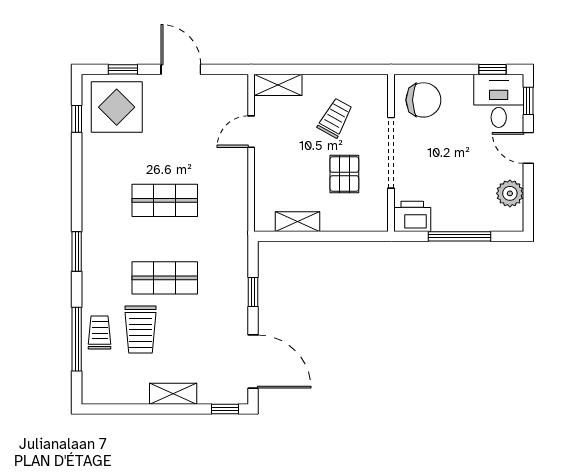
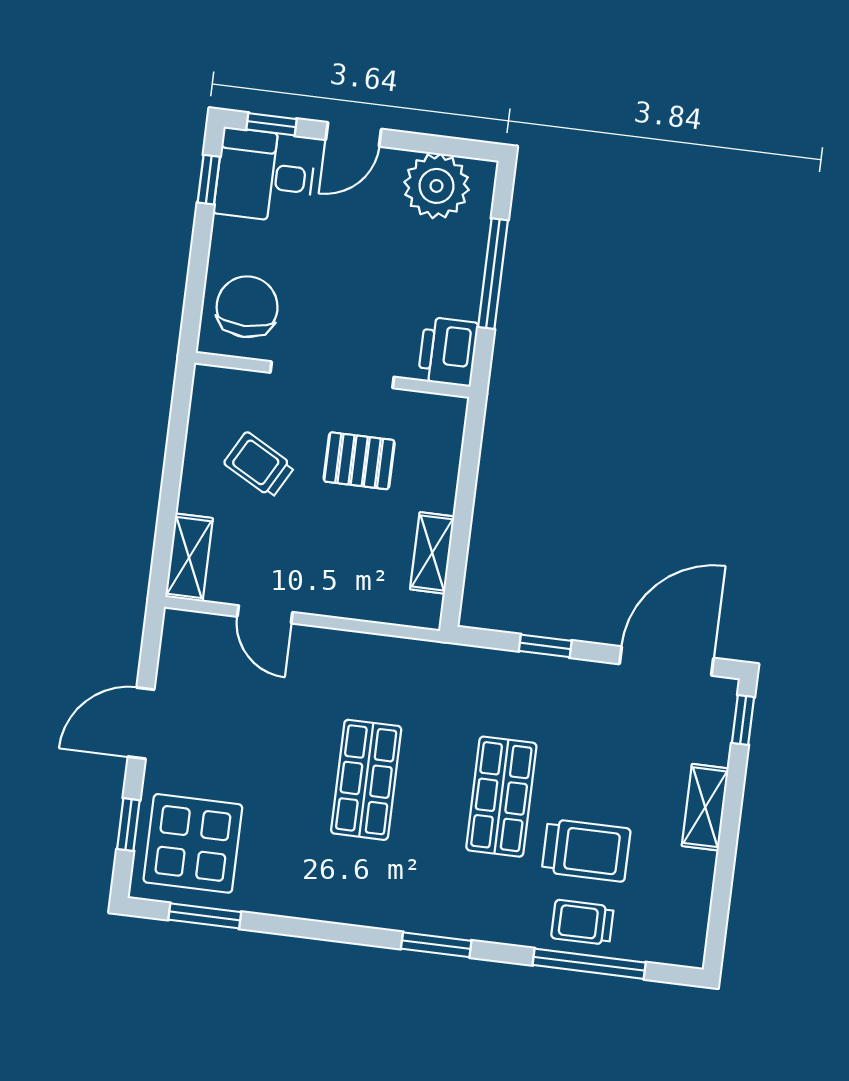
window: (77, 119) -> (205, 916), width x1.50
plant: (510, 193) -> (437, 186), width x1.36, depth x1.36

